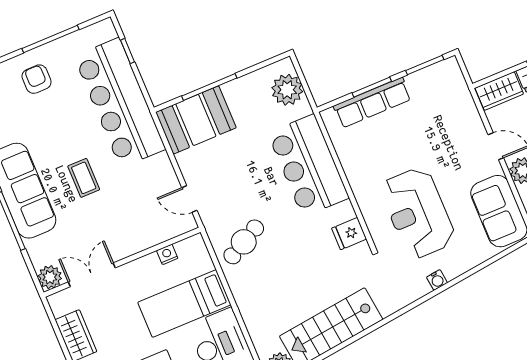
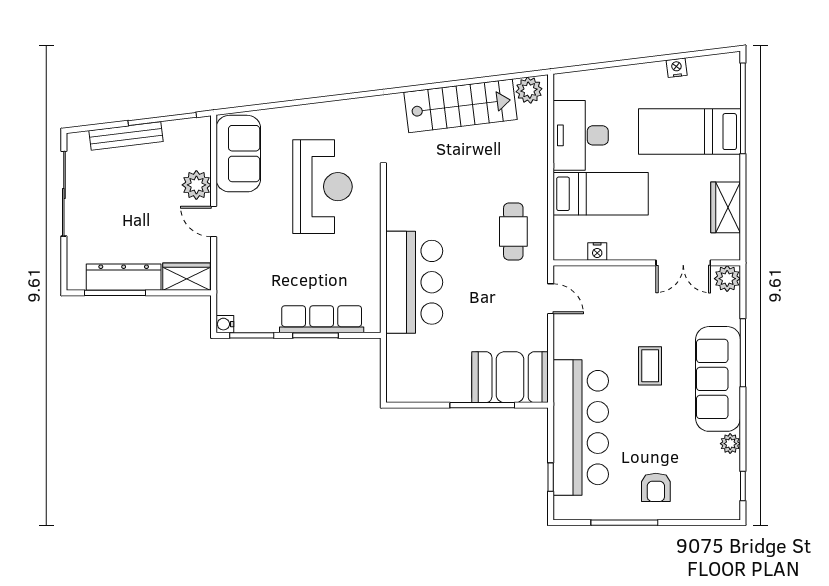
plant: (287, 90) -> (403, 369), removed
fridge: (349, 234) -> (402, 195), removed
cafe table: (244, 242) -> (513, 231), turned -62
water cooler: (437, 280) -> (225, 324), moved, turned -83

